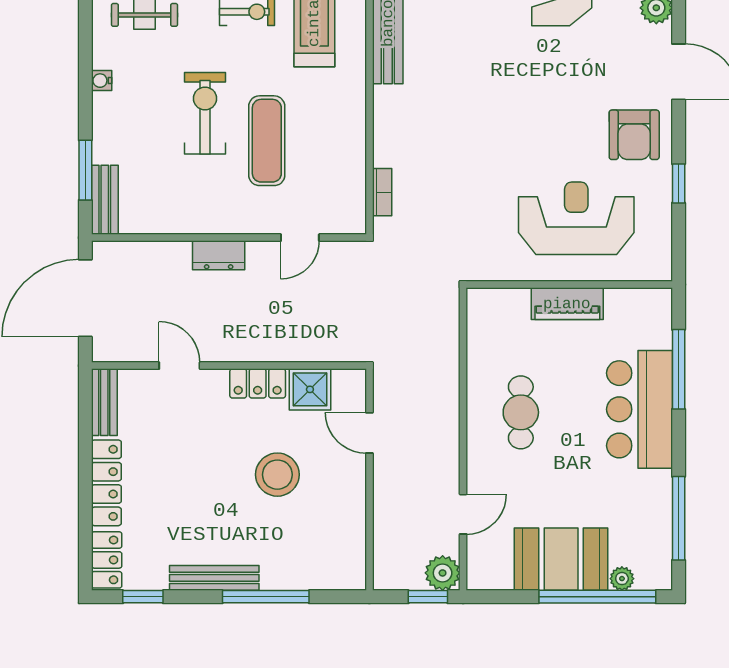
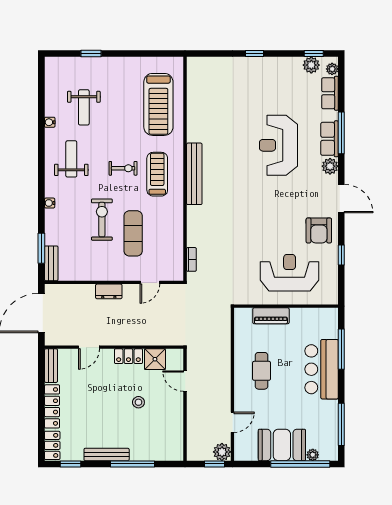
piano: (567, 304) -> (271, 316), moved
door: (179, 366) -> (89, 347), swing flipped
stool: (277, 475) -> (138, 402), width x0.53, depth x0.53

